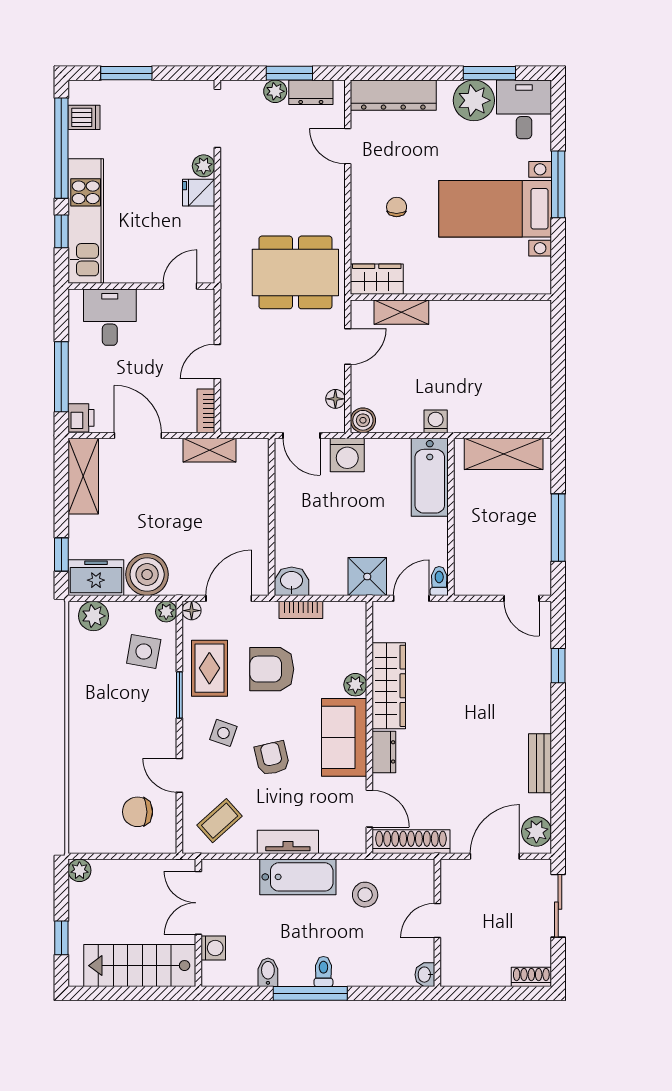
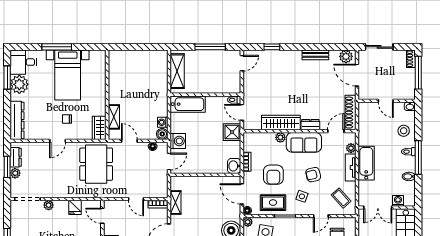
door: (348, 146) -> (58, 141), moved
fridge: (199, 193) -> (75, 207), moved
washing machine: (436, 421) -> (163, 122), moved
plant: (331, 843) -> (351, 148), added
stool: (365, 895) -> (404, 131), moved
window: (500, 993) -> (418, 73), added

